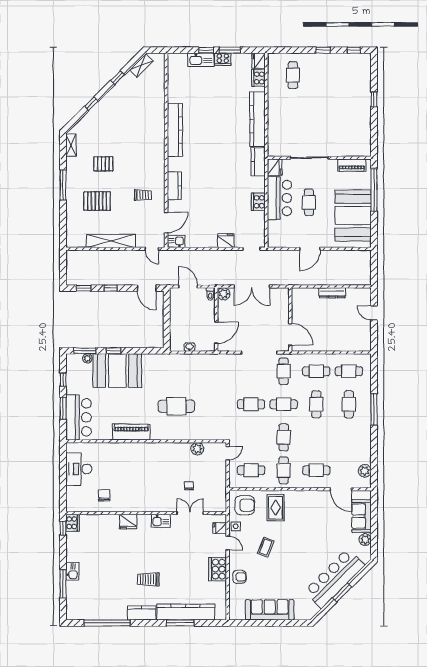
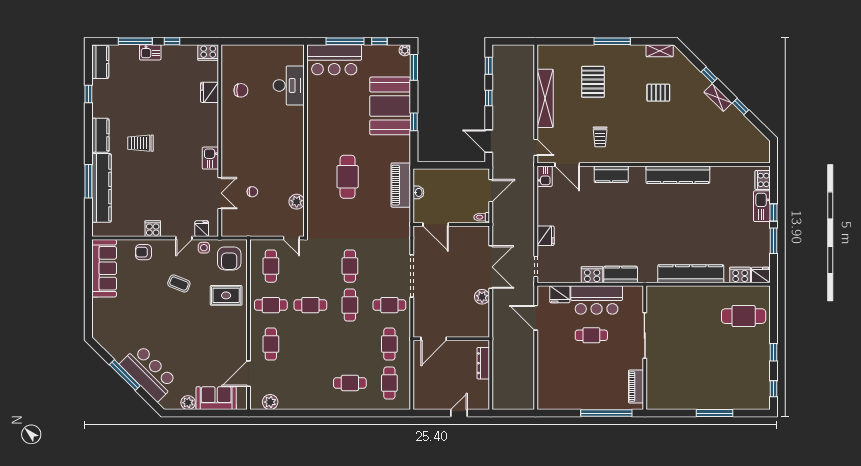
cooker: (223, 59) -> (763, 180), moved
shelving: (141, 65) -> (718, 97), moved
cafe table: (293, 75) -> (744, 316), width x1.37, depth x1.35
window: (374, 99) -> (714, 413), width x2.17
kitchen counter: (258, 162) -> (621, 275), moved
pallet: (103, 164) -> (658, 93), moved, turned 90
fridge: (275, 167) -> (560, 294), moved
booth: (353, 216) -> (575, 388), removed
door: (152, 249) -> (536, 147), swing flipped
door: (310, 249) -> (536, 318), moved
double door: (252, 286) -> (491, 267), swing flipped
door: (147, 288) -> (489, 141), hinge flipped
plant: (224, 294) -> (482, 297), moved
wall: (290, 319) -> (451, 339), moved
door: (290, 334) -> (434, 339), moved
window: (113, 351) -> (414, 122), moved
plant: (87, 358) -> (405, 50), moved
cafe table: (316, 404) -> (350, 344), removed
window: (63, 408) -> (345, 41), width x1.44
window: (374, 409) -> (344, 413), removed
piano: (131, 432) -> (401, 185), moved, turned 180
desk: (79, 469) -> (289, 85), moved, turned 90
fridge: (128, 522) -> (210, 92), moved
window: (63, 528) -> (172, 41), moved
cooker: (218, 569) -> (153, 229), width x0.53, depth x0.76
armchair: (239, 577) -> (143, 252), turned 90
bar counter: (334, 578) -> (149, 373), width x0.73
trolley: (148, 579) -> (141, 143), turned -90
window: (342, 592) -> (125, 375), width x1.44
sofa: (270, 610) -> (104, 268), moved
kitchen counter: (80, 613) -> (100, 62), added
window: (107, 623) -> (88, 94), width x0.32

